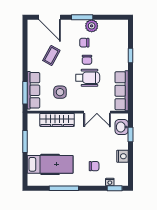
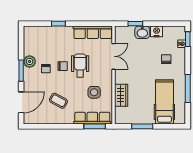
wardrobe: (57, 120) -> (121, 95), width x0.67
washbasin: (122, 127) -> (142, 32), moved

